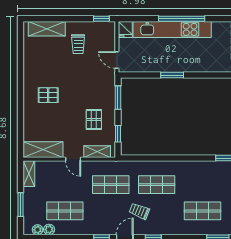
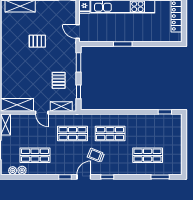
trolley: (78, 44) -> (46, 19), removed
pallet: (48, 95) -> (37, 41), moved

